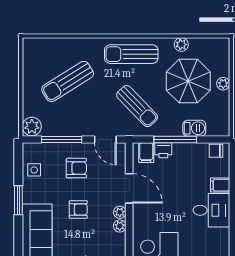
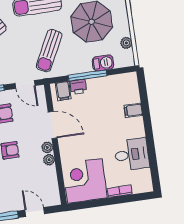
plant: (223, 84) -> (126, 43), moved
sun lounger: (137, 106) -> (49, 51), turned 71
chair: (216, 151) -> (125, 80), removed
desk: (211, 210) -> (132, 154), moved

